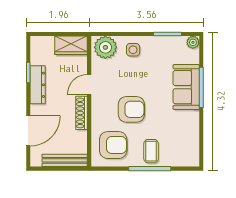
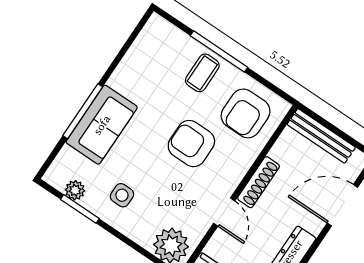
plant: (193, 42) -> (75, 190), moved
side table: (133, 50) -> (122, 195), moved
door: (89, 84) -> (224, 212), hinge flipped
armchair: (113, 145) -> (246, 113), turned -90

